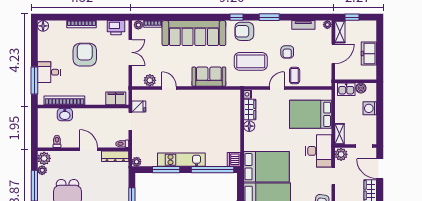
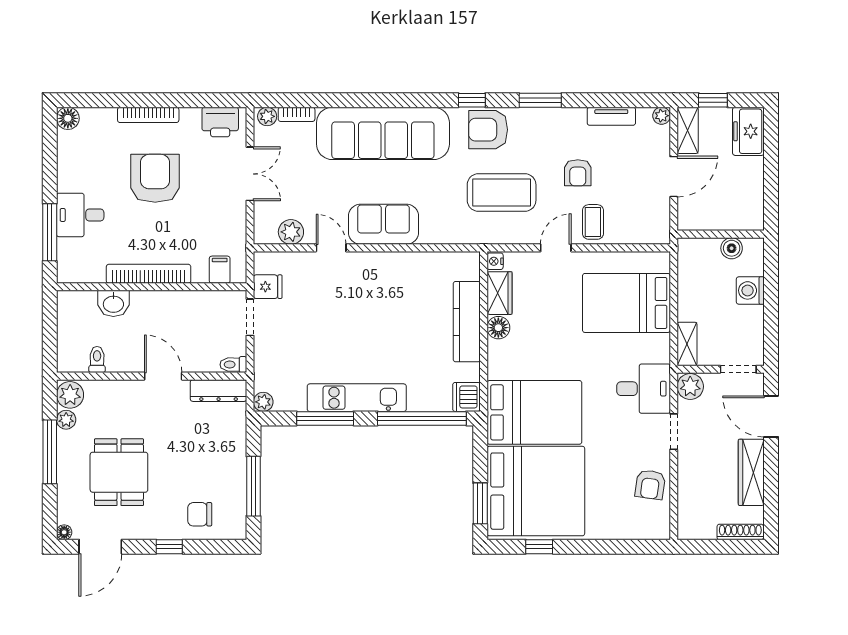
freezer: (369, 54) -> (748, 131), moved
sofa: (209, 77) -> (383, 224), moved
kitchen sink: (346, 89) -> (701, 251), removed
filing cabinet: (116, 98) -> (220, 270), width x0.50
bookcase: (64, 100) -> (149, 274), moved
kitchen counter: (234, 123) -> (467, 322), added
desk: (319, 151) -> (644, 389), width x0.73

